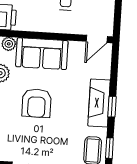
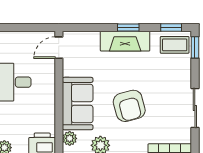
door: (97, 39) -> (59, 48), swing flipped
armchair: (37, 103) -> (129, 106), turned 75

